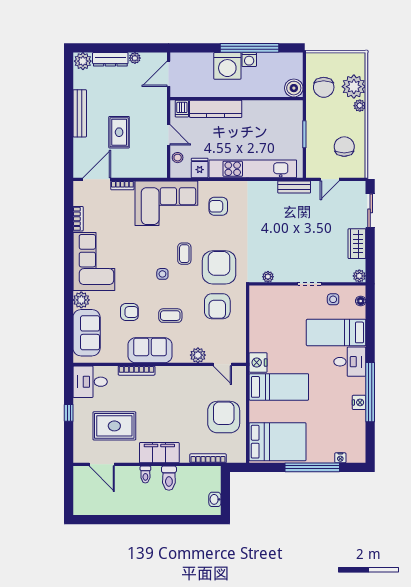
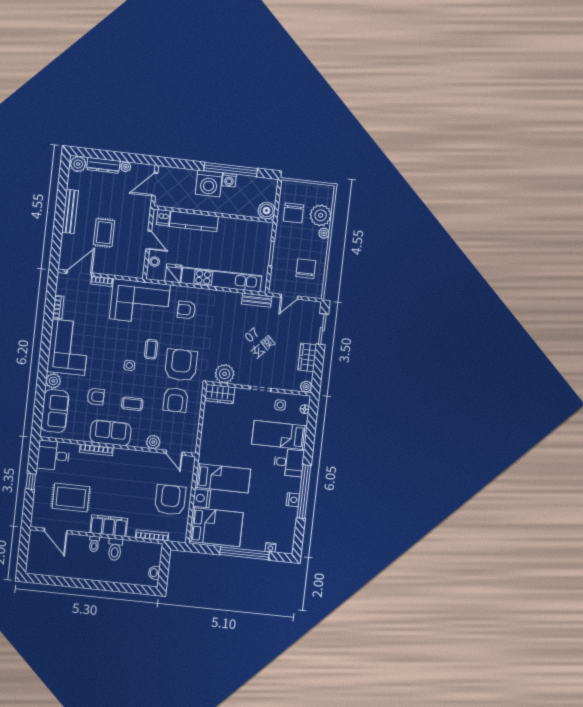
plant: (268, 277) -> (225, 374), width x1.88, depth x1.88
wardrobe: (265, 295) -> (220, 394), added
nightstand: (258, 363) -> (202, 498), moved

